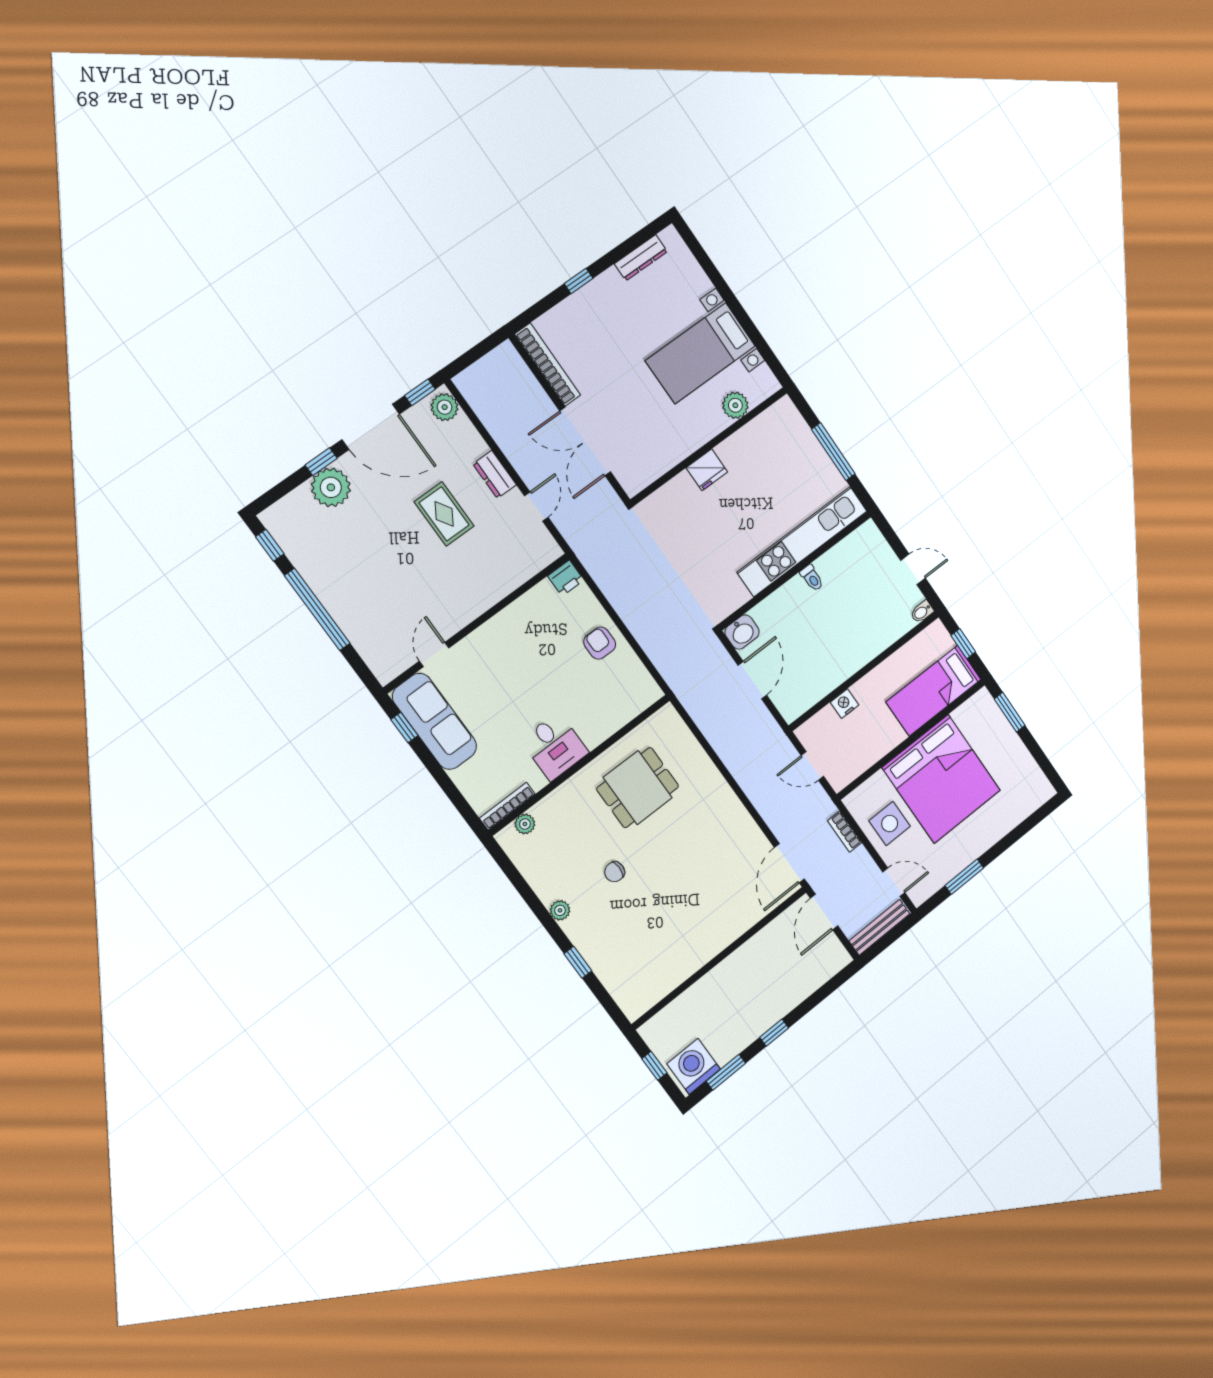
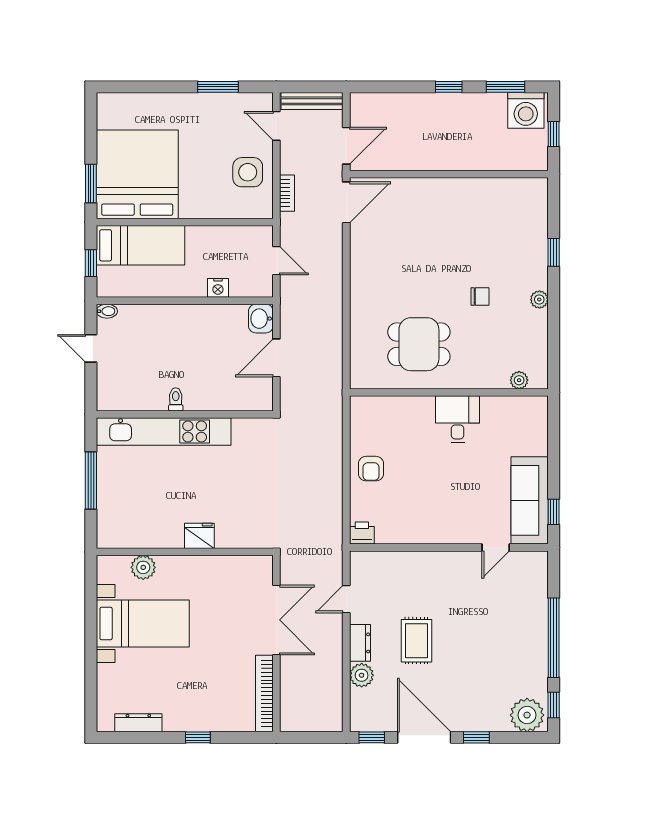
plant: (445, 407) -> (362, 675), moved
plant: (331, 487) -> (527, 715), moved
washbasin: (742, 632) -> (261, 319), moved, turned -90
bed: (941, 779) -> (137, 174), moved
bookcase: (507, 806) -> (522, 402), removed

